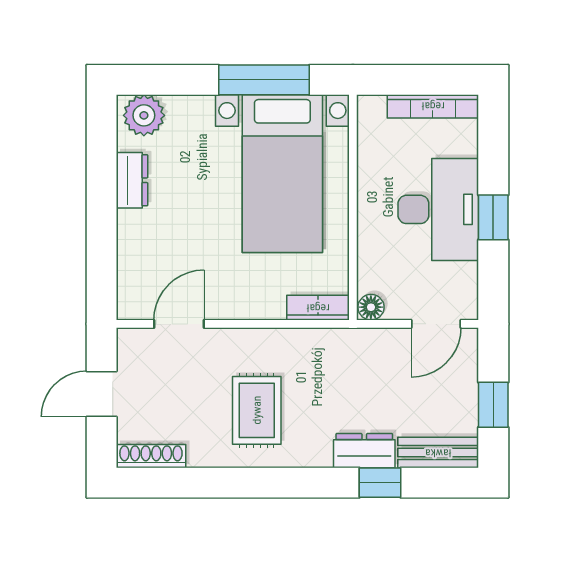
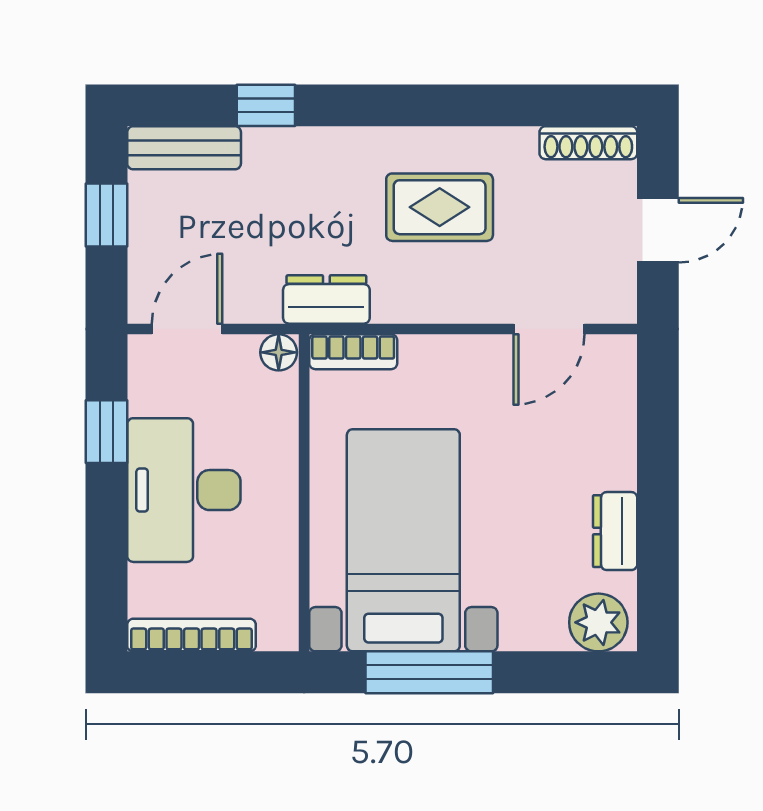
window: (493, 217) -> (107, 432), moved
rug: (257, 410) -> (440, 207), turned 90
dresser: (364, 451) -> (326, 300), moved, turned 180

